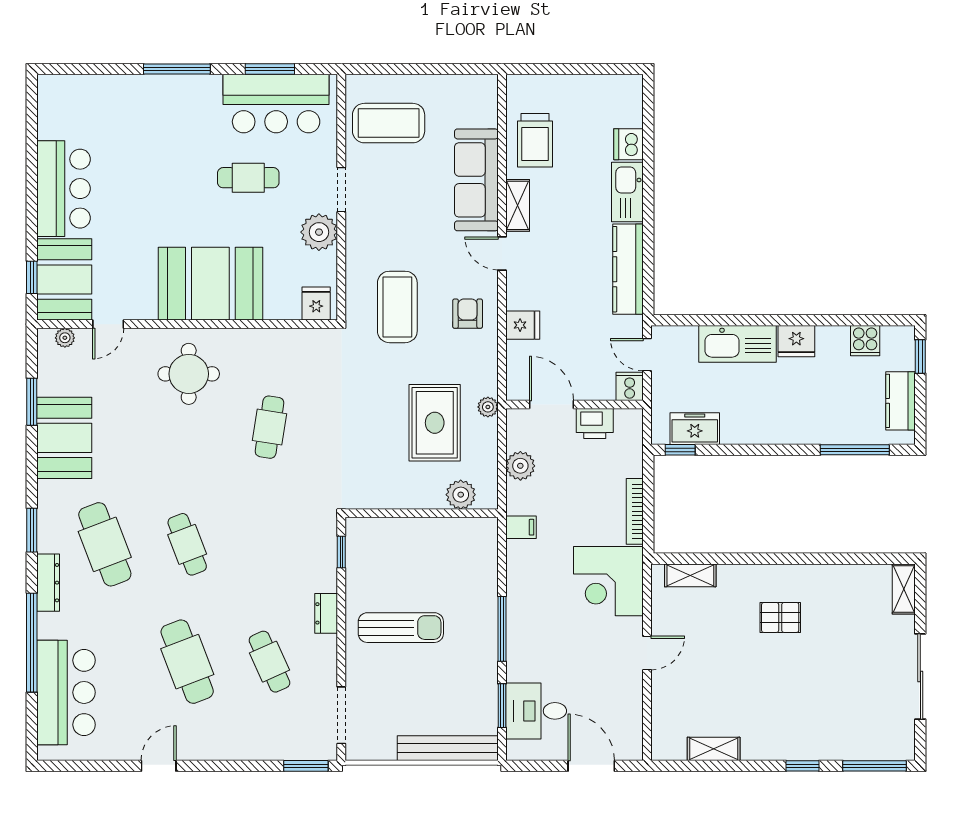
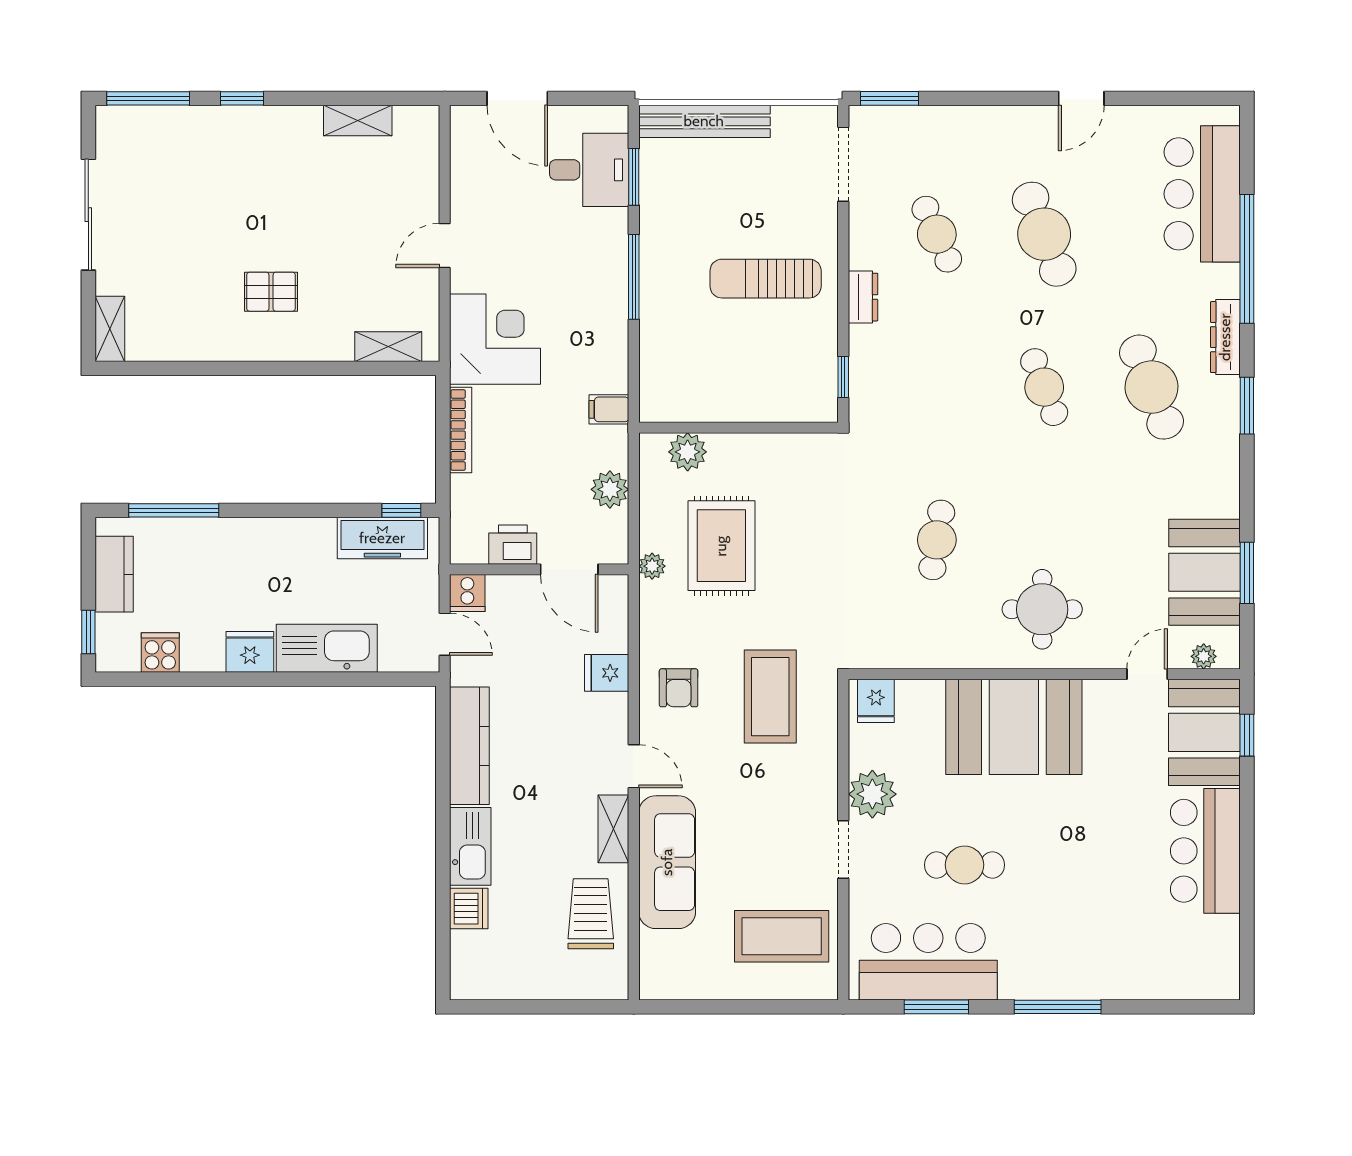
freezer: (695, 429) -> (382, 538), width x1.40
booth: (64, 438) -> (1204, 572), moved

